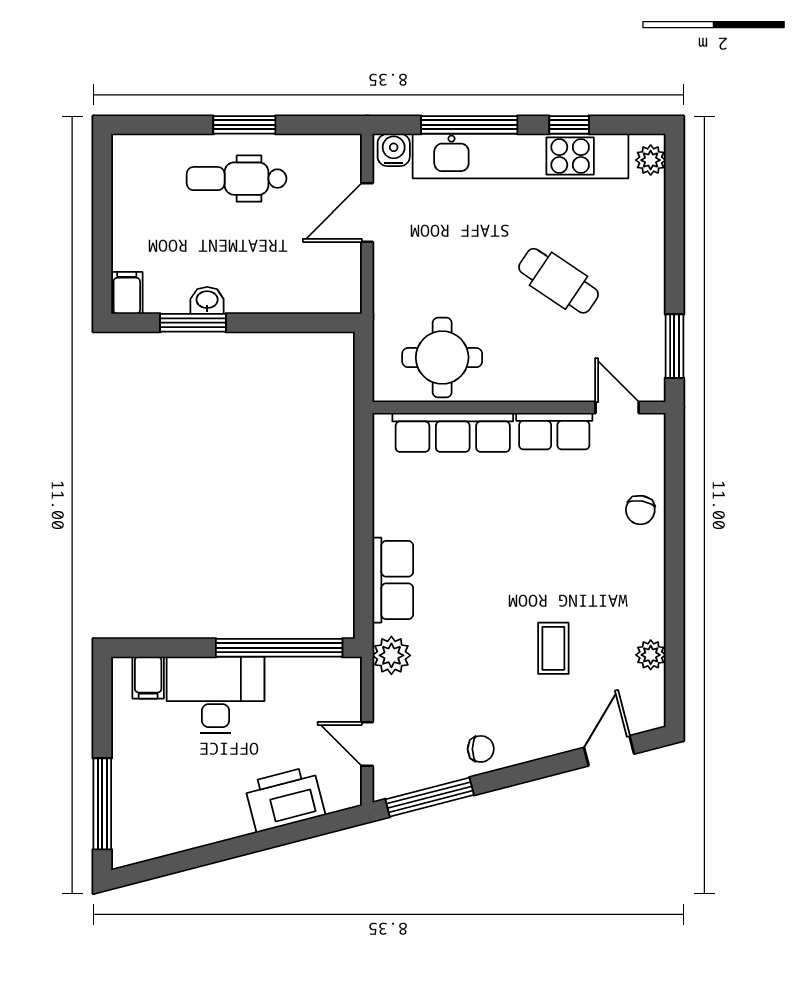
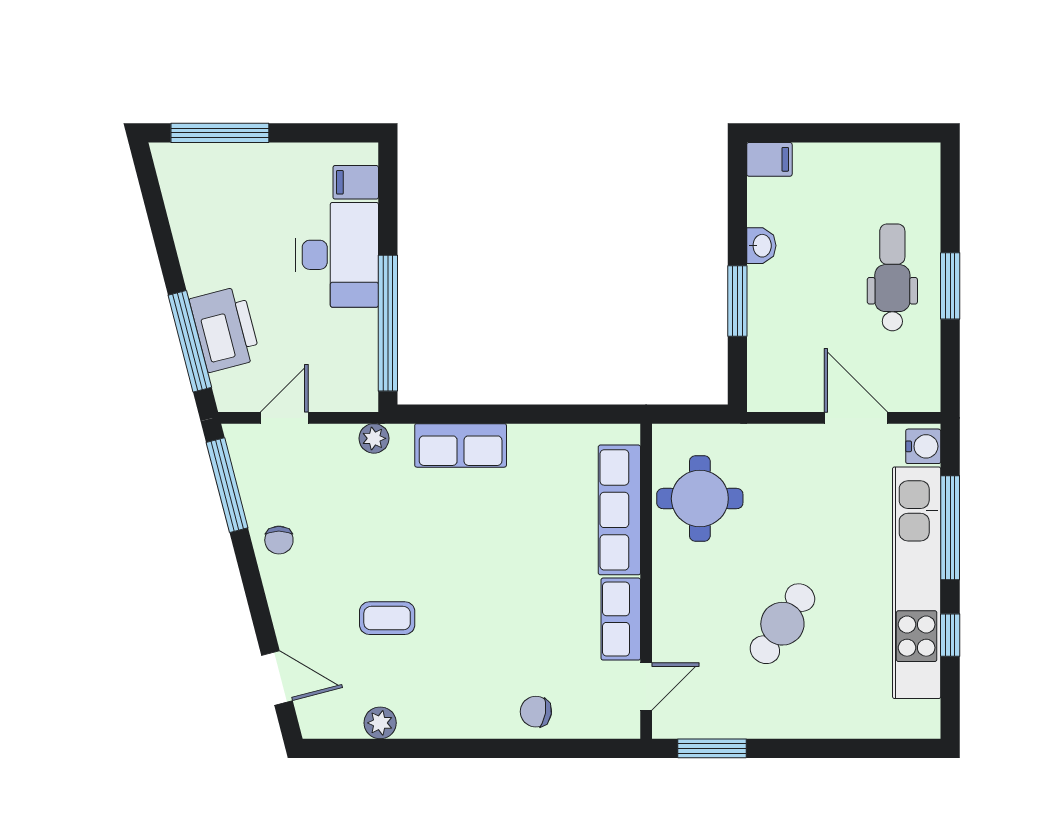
plant: (651, 160) -> (912, 723), removed
window: (193, 323) -> (737, 301), moved
plant: (391, 655) -> (374, 438), width x0.73, depth x0.73
window: (296, 832) -> (190, 341), added

